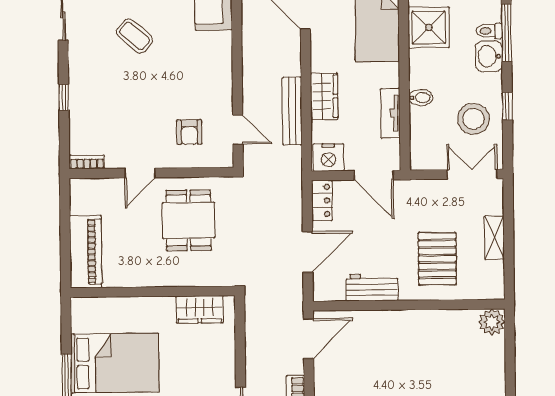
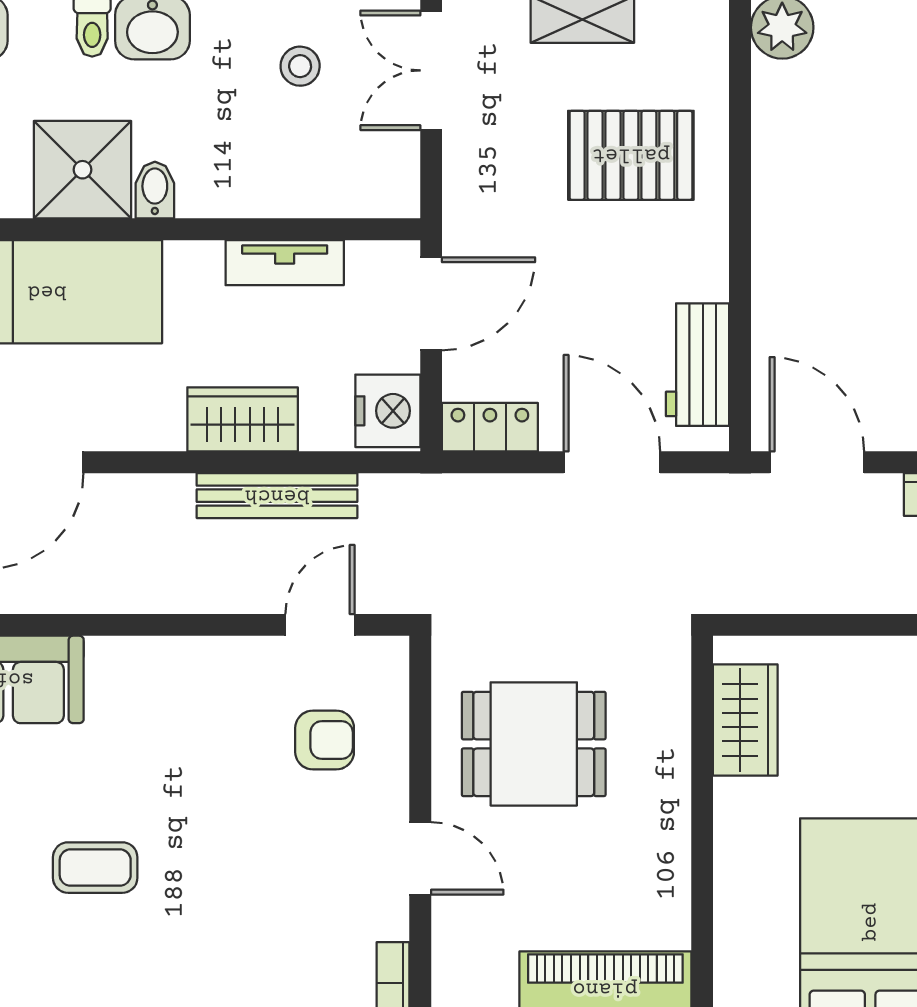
coffee table: (134, 36) -> (95, 868), turned 49
bidet: (421, 98) -> (155, 190), moved
stool: (473, 119) -> (300, 66), width x0.53, depth x0.53
workbench: (372, 288) -> (698, 365), moved

